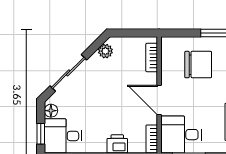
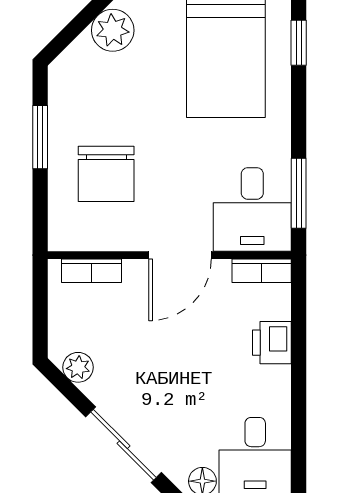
chair: (198, 65) -> (106, 174), turned 180

